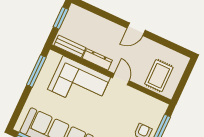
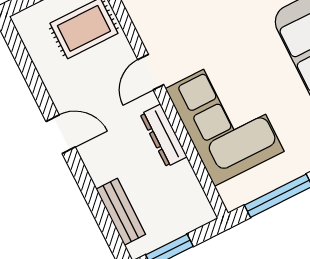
bench: (70, 46) -> (121, 212), moved

